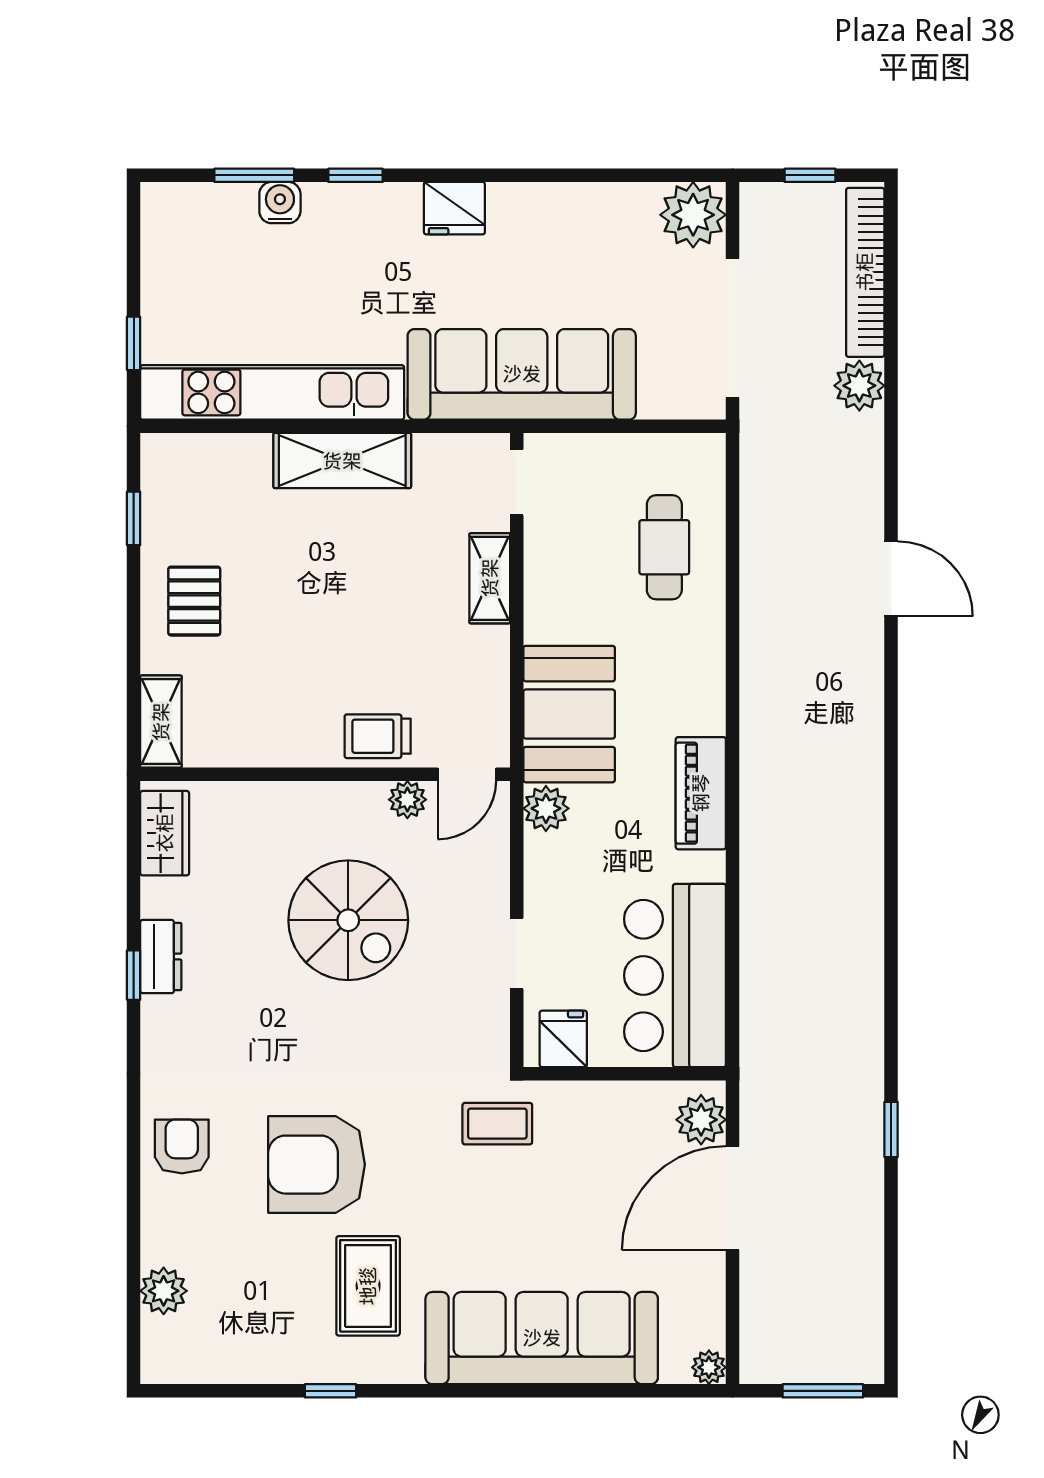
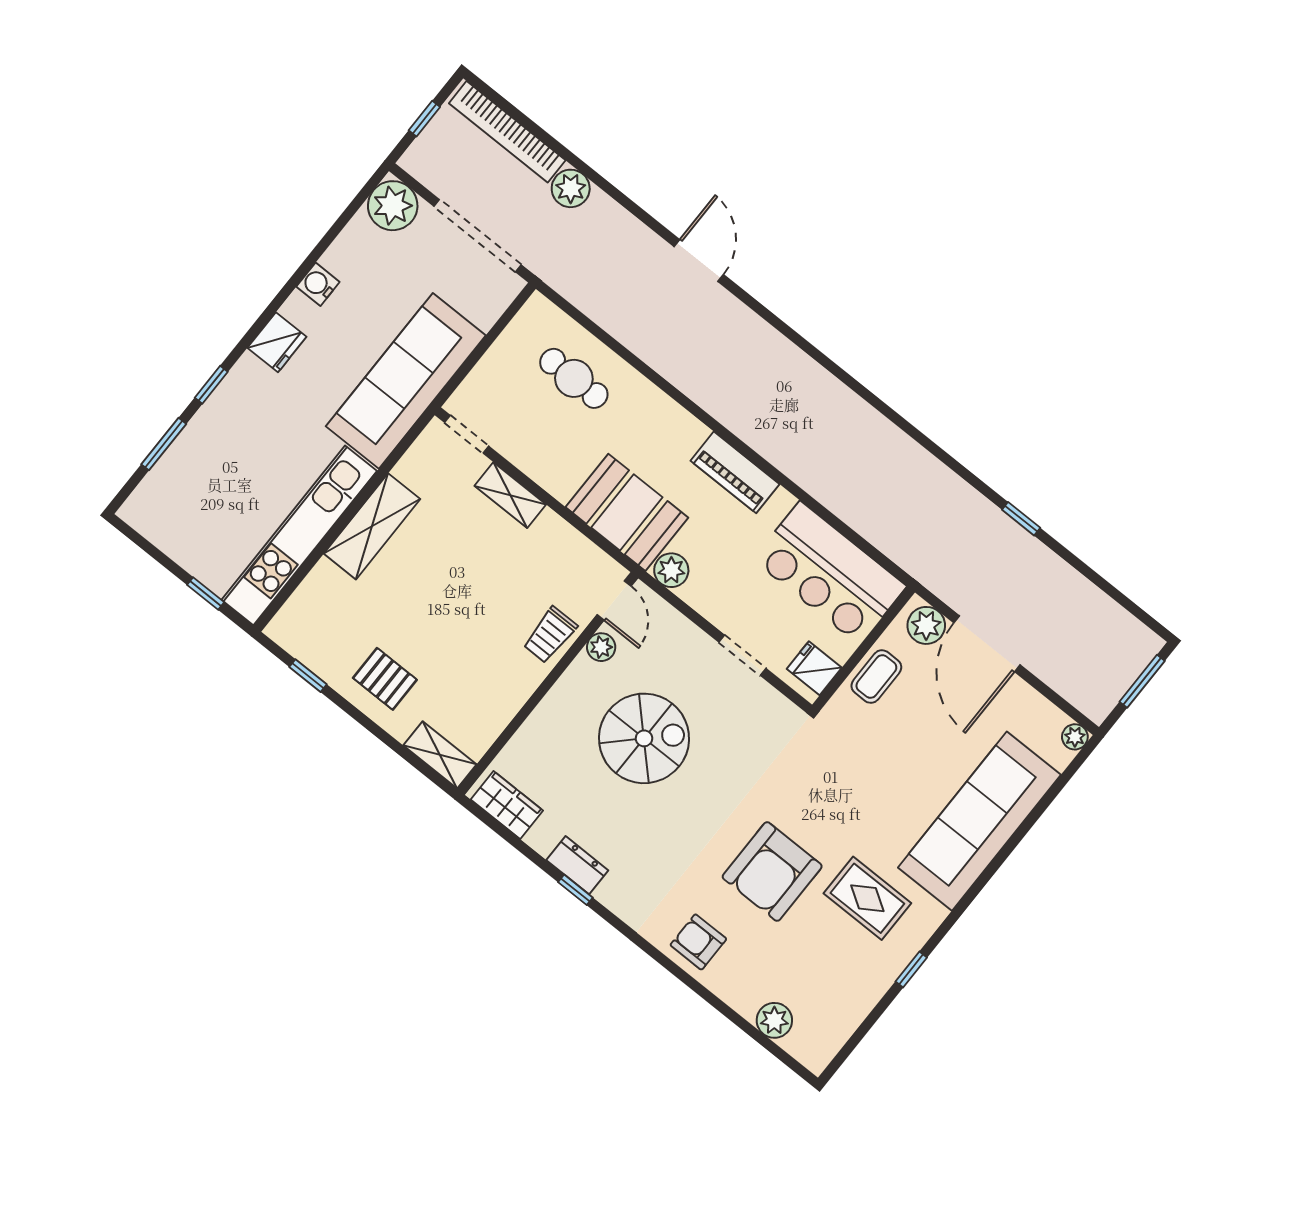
water cooler: (280, 203) -> (318, 284), moved
door: (891, 579) -> (699, 260), hinge flipped
coffee table: (497, 1124) -> (876, 677), moved

